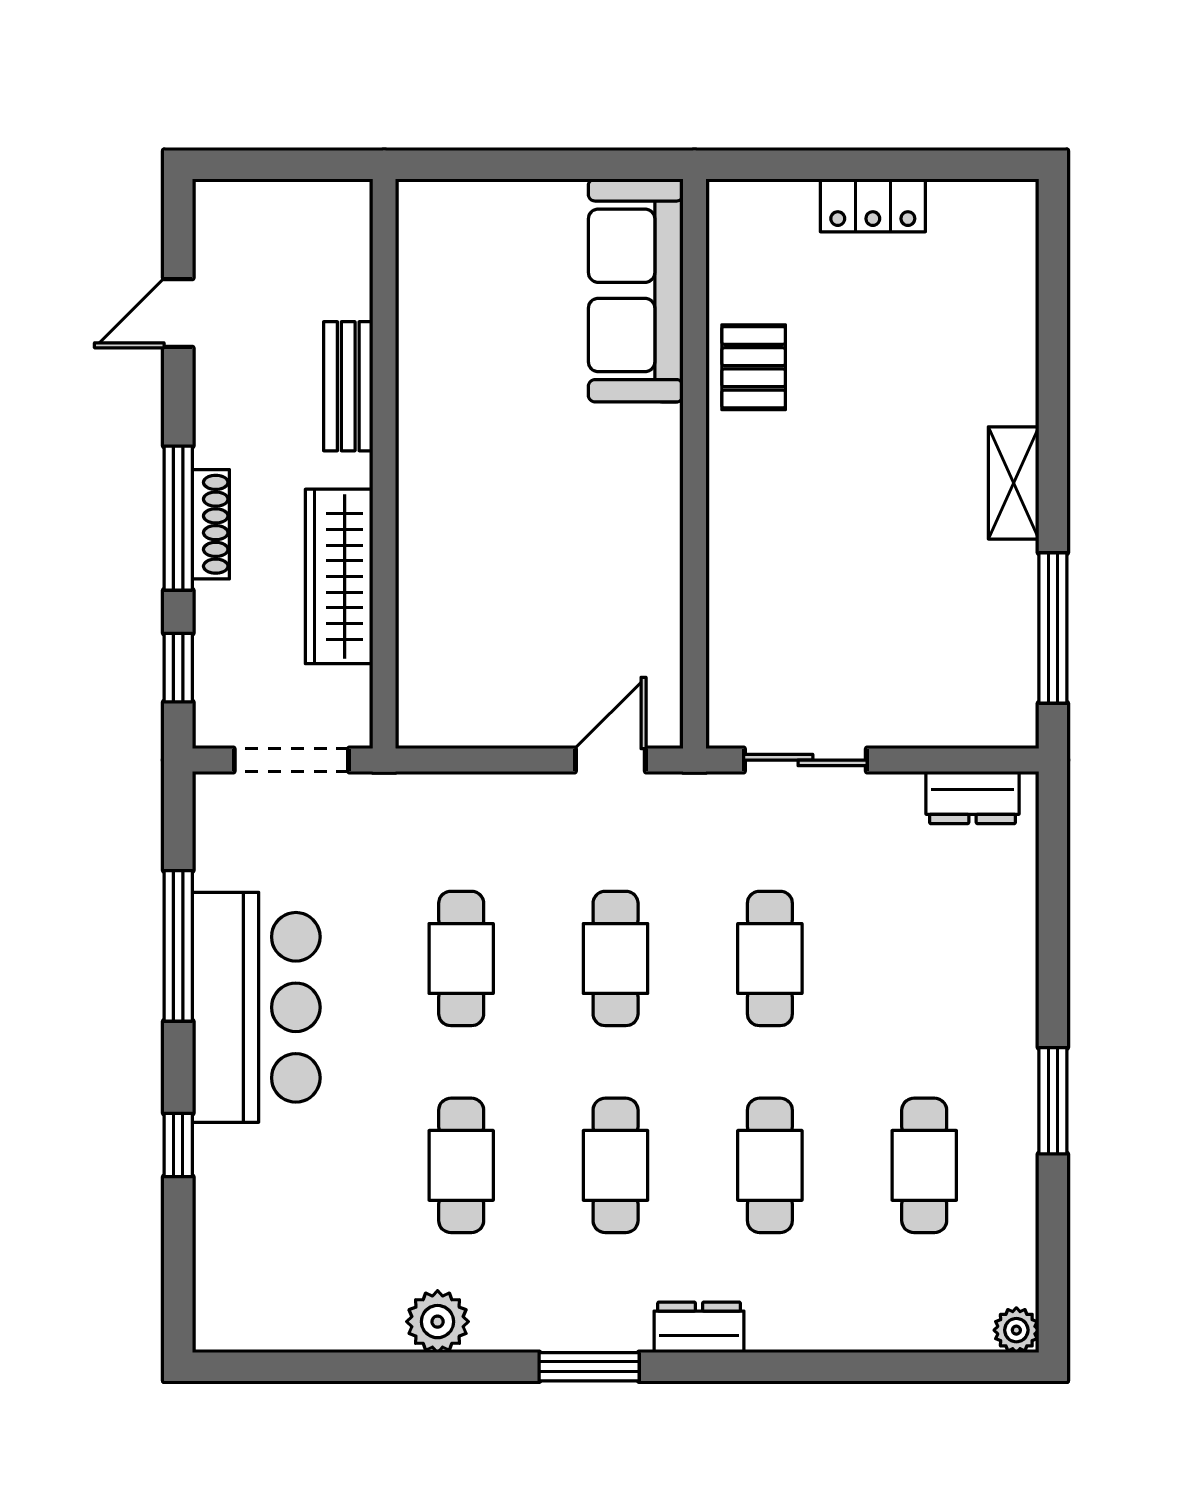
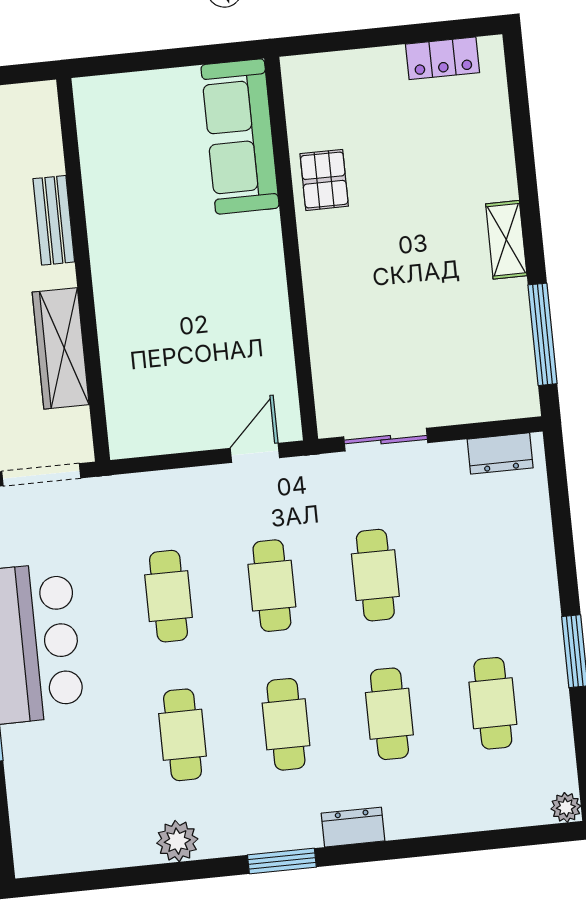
locker: (873, 205) -> (442, 58), moved

